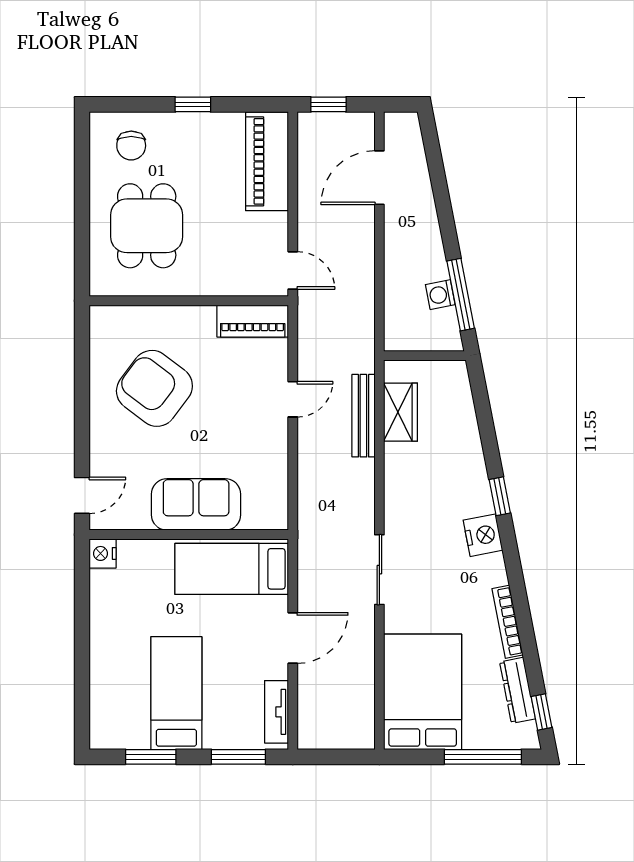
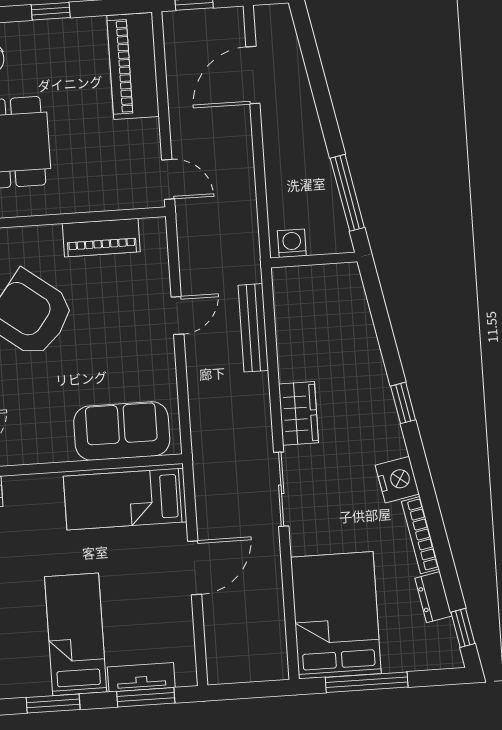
washing machine: (440, 295) -> (292, 243), moved, turned 101
piano: (253, 321) -> (101, 238), moved
wardrobe: (401, 412) -> (299, 413), moved
sofa: (196, 504) -> (122, 431), moved
nightstand: (483, 535) -> (397, 480), moved
dresser: (518, 690) -> (433, 597), width x0.70
tv unit: (276, 712) -> (141, 677), moved, turned 90
window: (483, 757) -> (367, 682), moved

